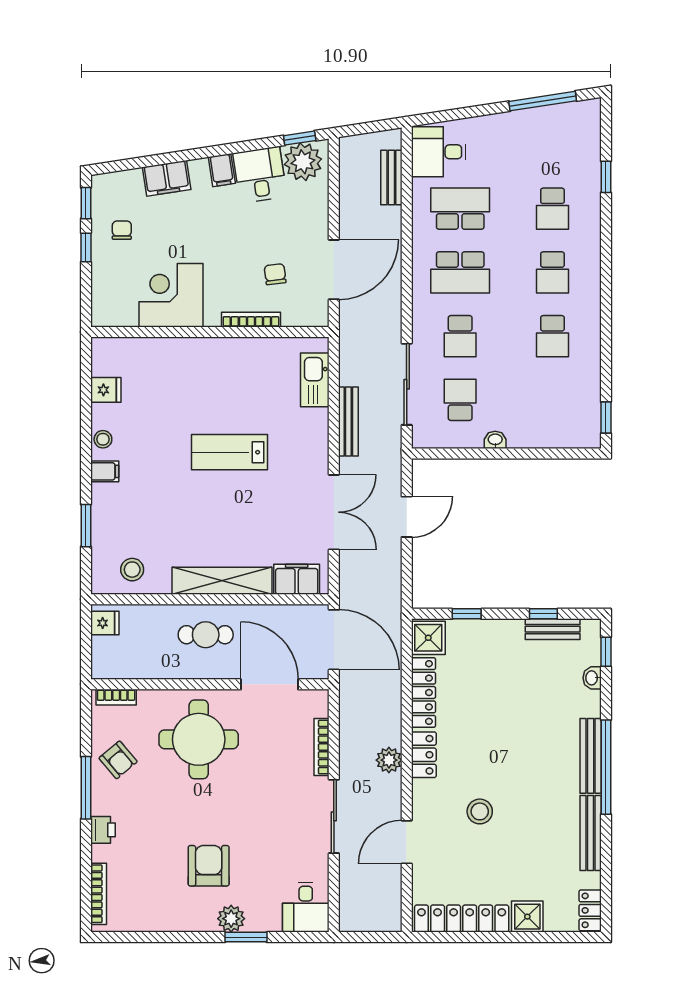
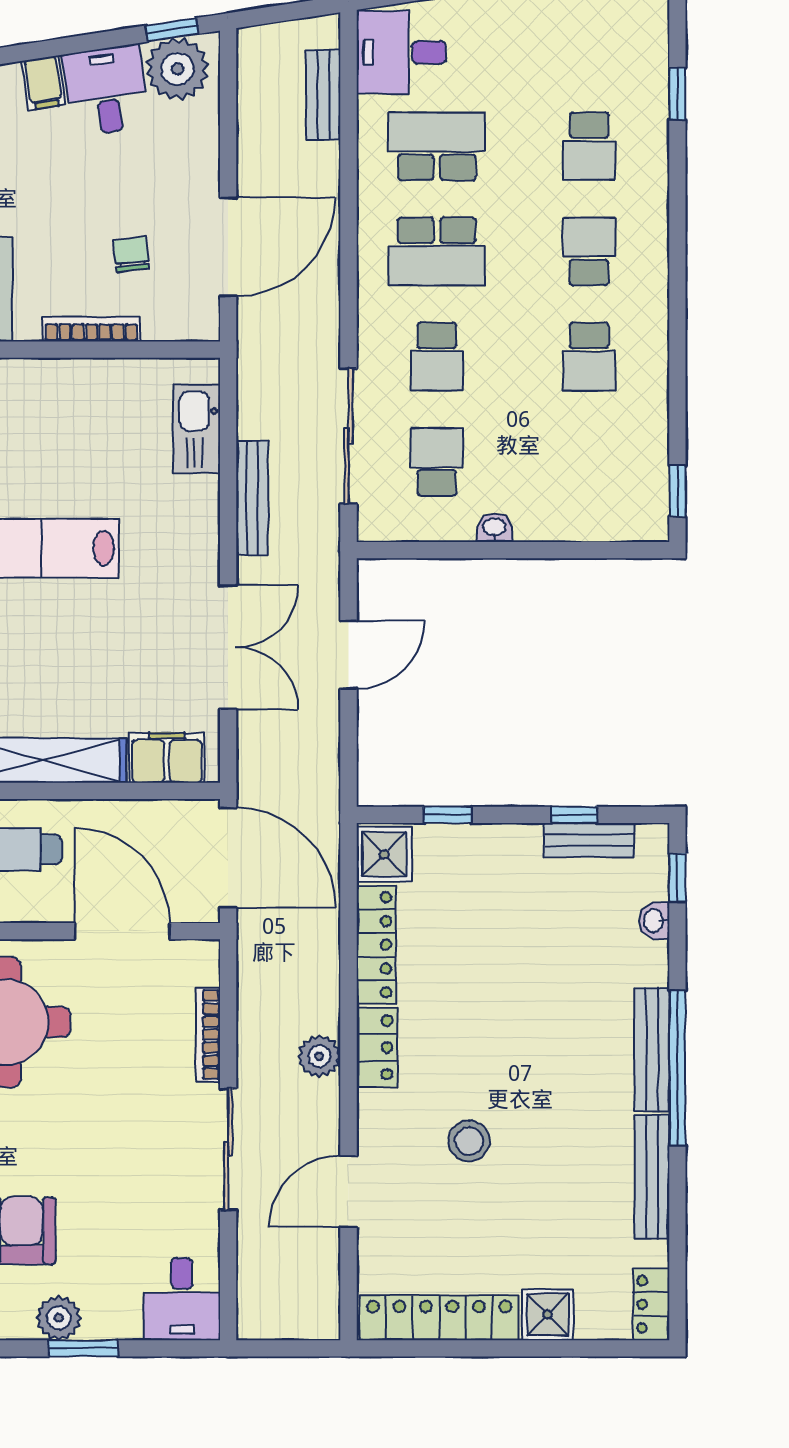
school desk: (552, 272) -> (589, 251), turned 180

